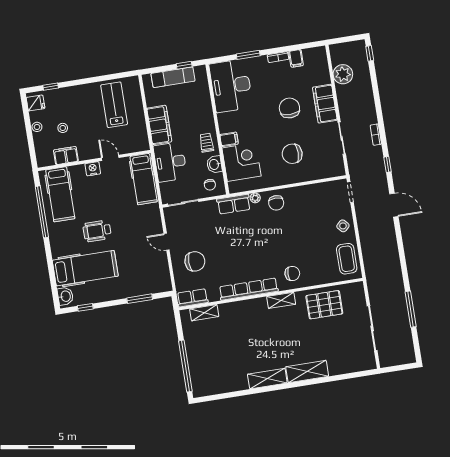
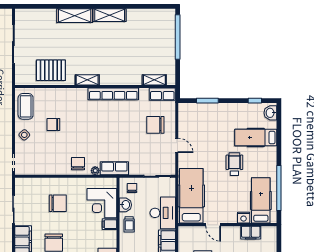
nightstand: (93, 169) -> (244, 218), moved
hospital bed: (144, 179) -> (191, 196), width x1.37, depth x1.29
wheelchair: (97, 231) -> (234, 164), turned -90
hospital bed: (85, 268) -> (256, 137), width x0.73, depth x0.78
chair: (292, 273) -> (53, 124), moved

